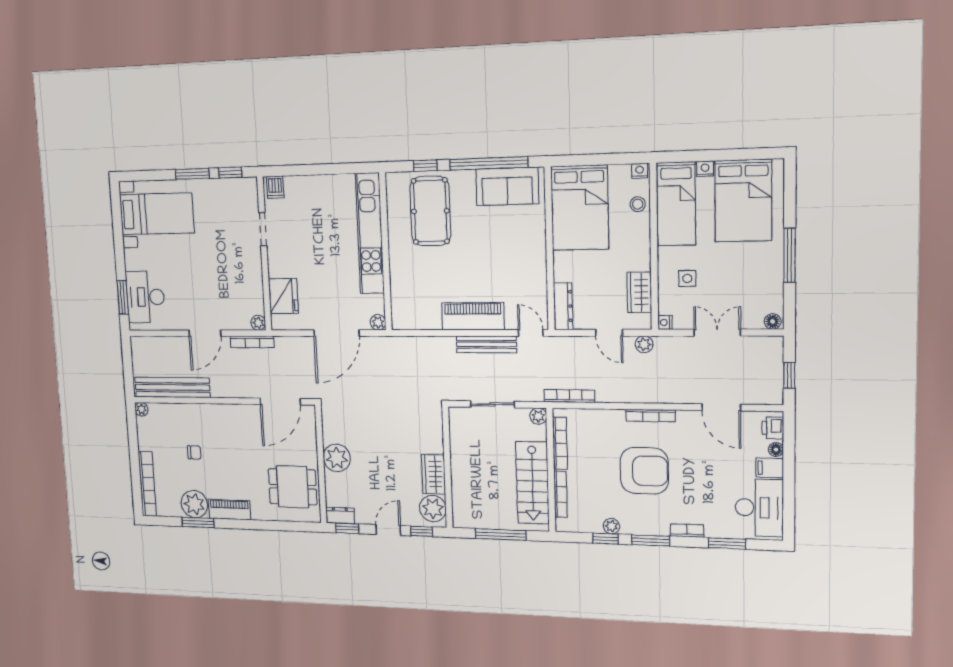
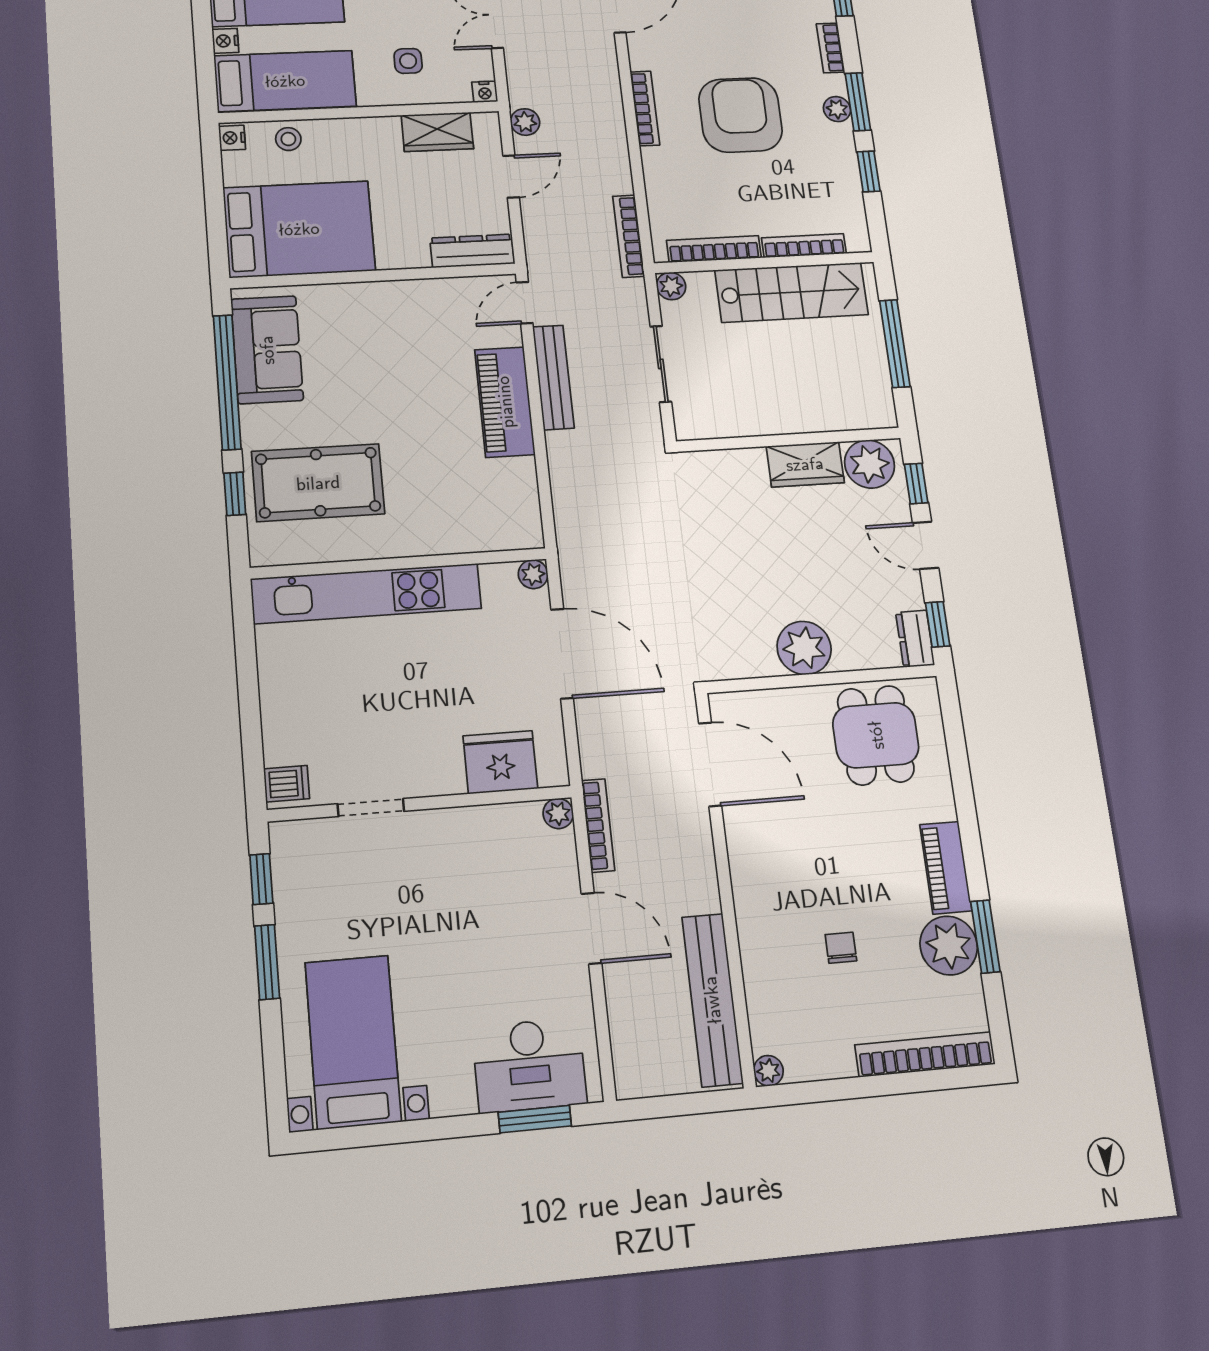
plant: (612, 526) -> (837, 109), moved

